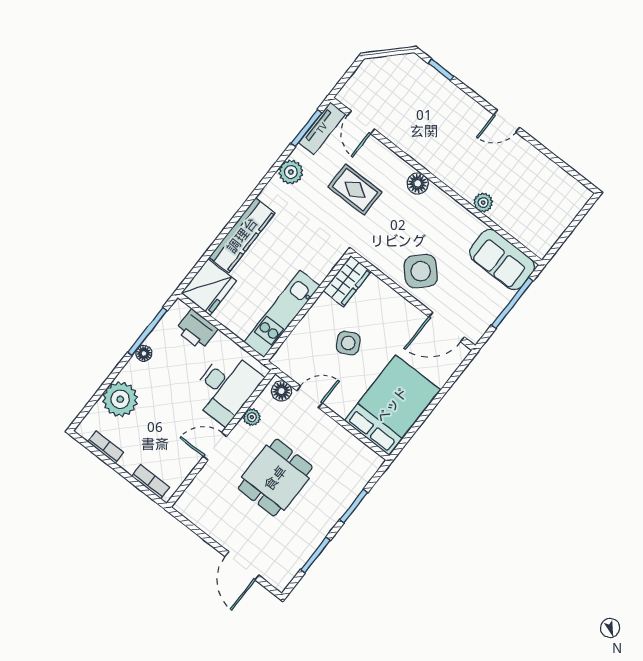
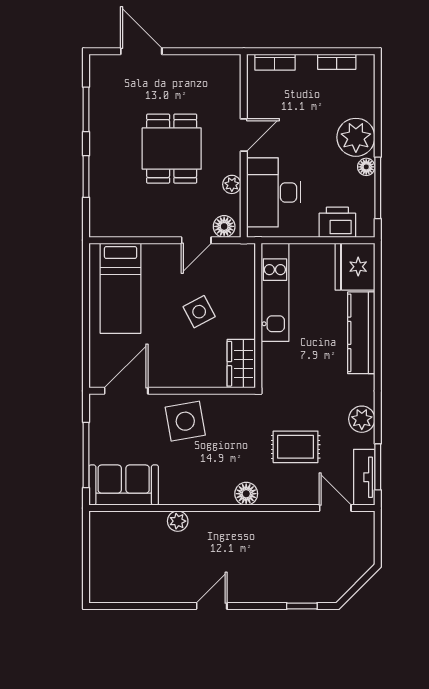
side table: (421, 271) -> (185, 421), turned 34
plant: (120, 399) -> (356, 137), moved
bed: (392, 405) -> (121, 288), width x0.67

